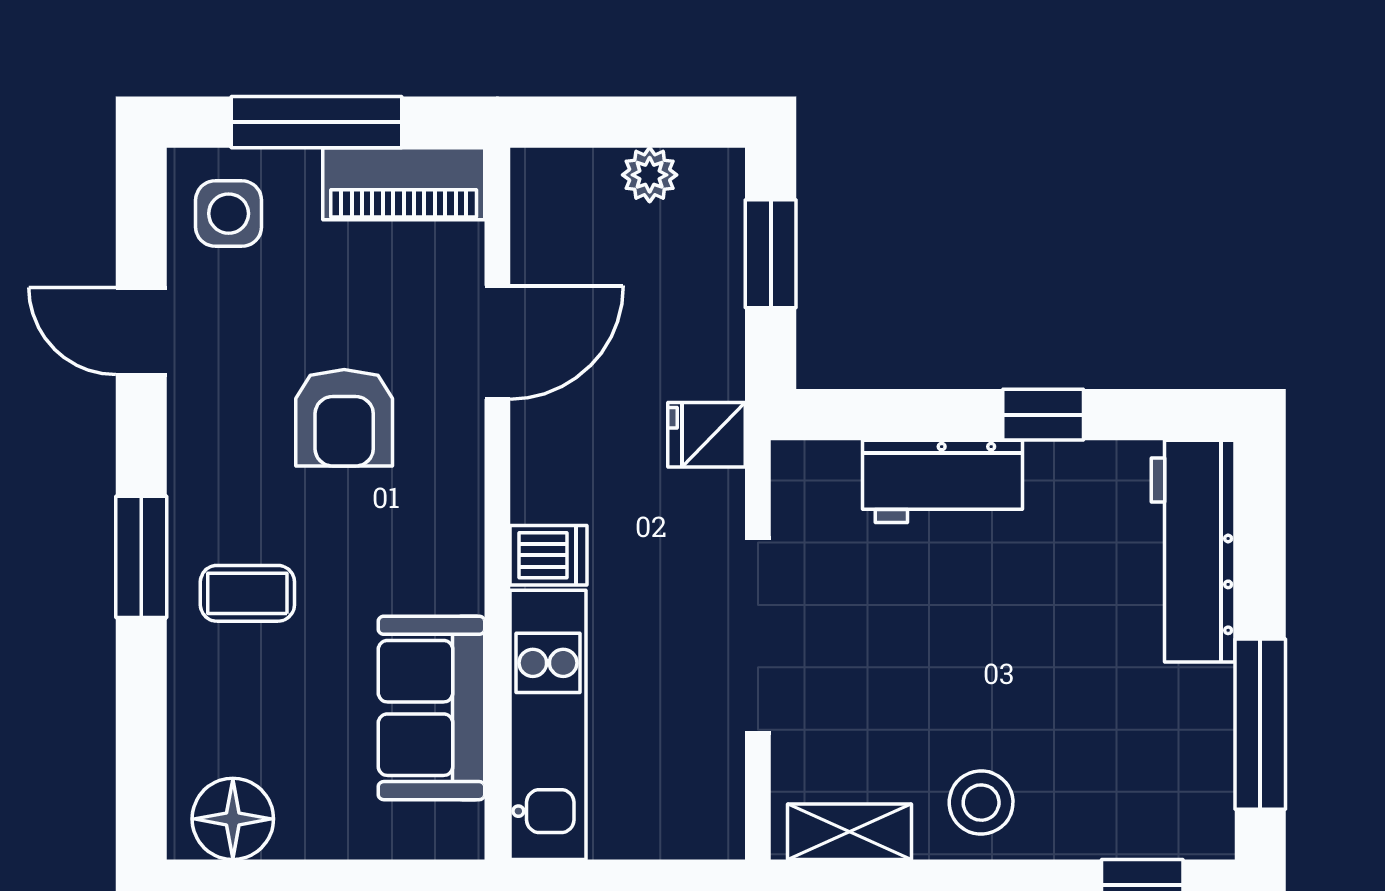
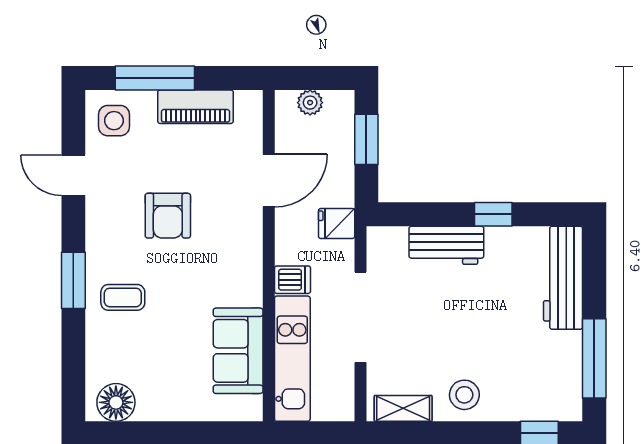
door: (497, 342) -> (269, 181), moved
wall: (497, 504) -> (269, 256), moved
dishwasher: (548, 555) -> (293, 280), moved
sofa: (431, 708) -> (238, 351), moved
kitchen unit: (548, 725) -> (292, 359), moved

